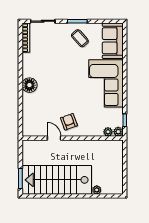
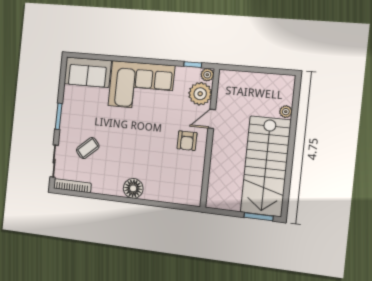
coffee table: (80, 38) -> (88, 148), moved
armchair: (69, 122) -> (187, 141), turned -70
plant: (108, 132) -> (200, 94), width x1.88, depth x1.88
door: (54, 138) -> (212, 119), moved

